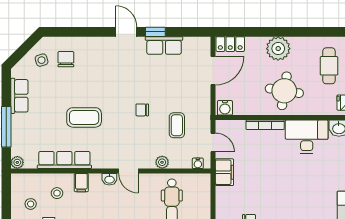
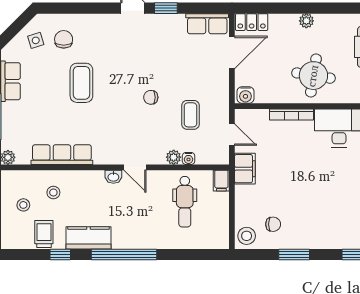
row of seats: (164, 45) -> (207, 24), moved
plant: (278, 49) -> (306, 21), width x0.53, depth x0.53
coffee table: (84, 117) -> (81, 83), moved, turned 90
water cooler: (198, 163) -> (189, 158), moved
filing cabinet: (81, 183) -> (221, 181), moved

